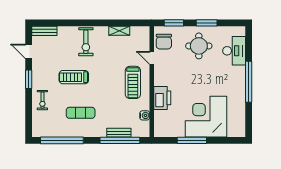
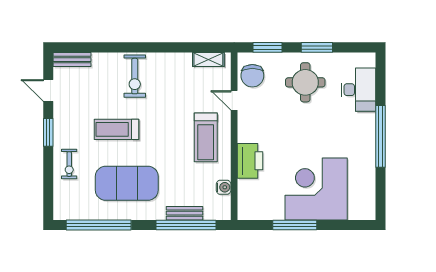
shelving: (119, 31) -> (208, 59), moved
exercise mat: (81, 113) -> (127, 183), width x2.00, depth x1.45

